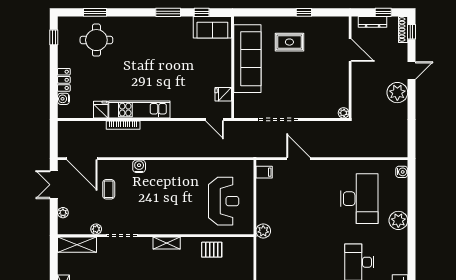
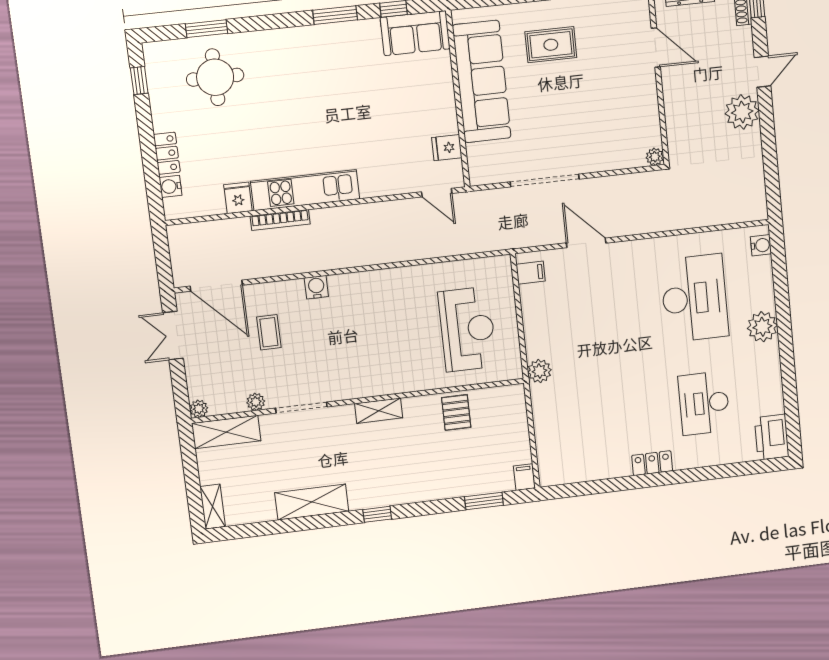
plant: (63, 213) -> (199, 409), moved
pallet: (212, 250) -> (456, 412), turned 90

